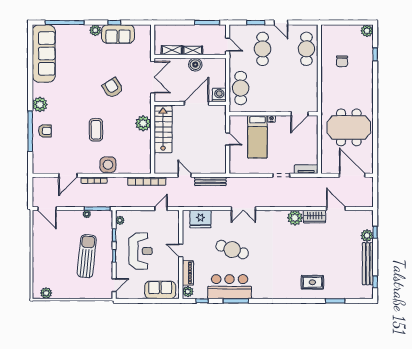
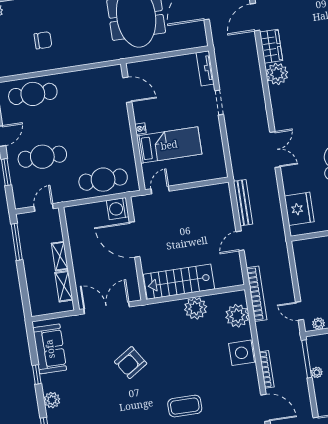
sofa: (118, 34) -> (50, 349), moved
boiler: (195, 65) -> (79, 250), removed
plant: (143, 123) -> (196, 308), moved
coffee table: (96, 130) -> (185, 406), moved
door: (228, 139) -> (160, 190), moved
plant: (134, 166) -> (237, 316), added
door: (161, 209) -> (299, 311), moved

